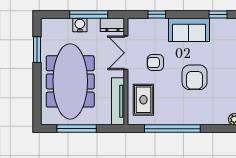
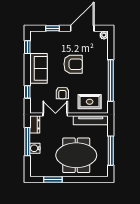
double door: (126, 53) -> (55, 115), swing flipped
meeting table: (70, 81) -> (76, 155), width x0.73

